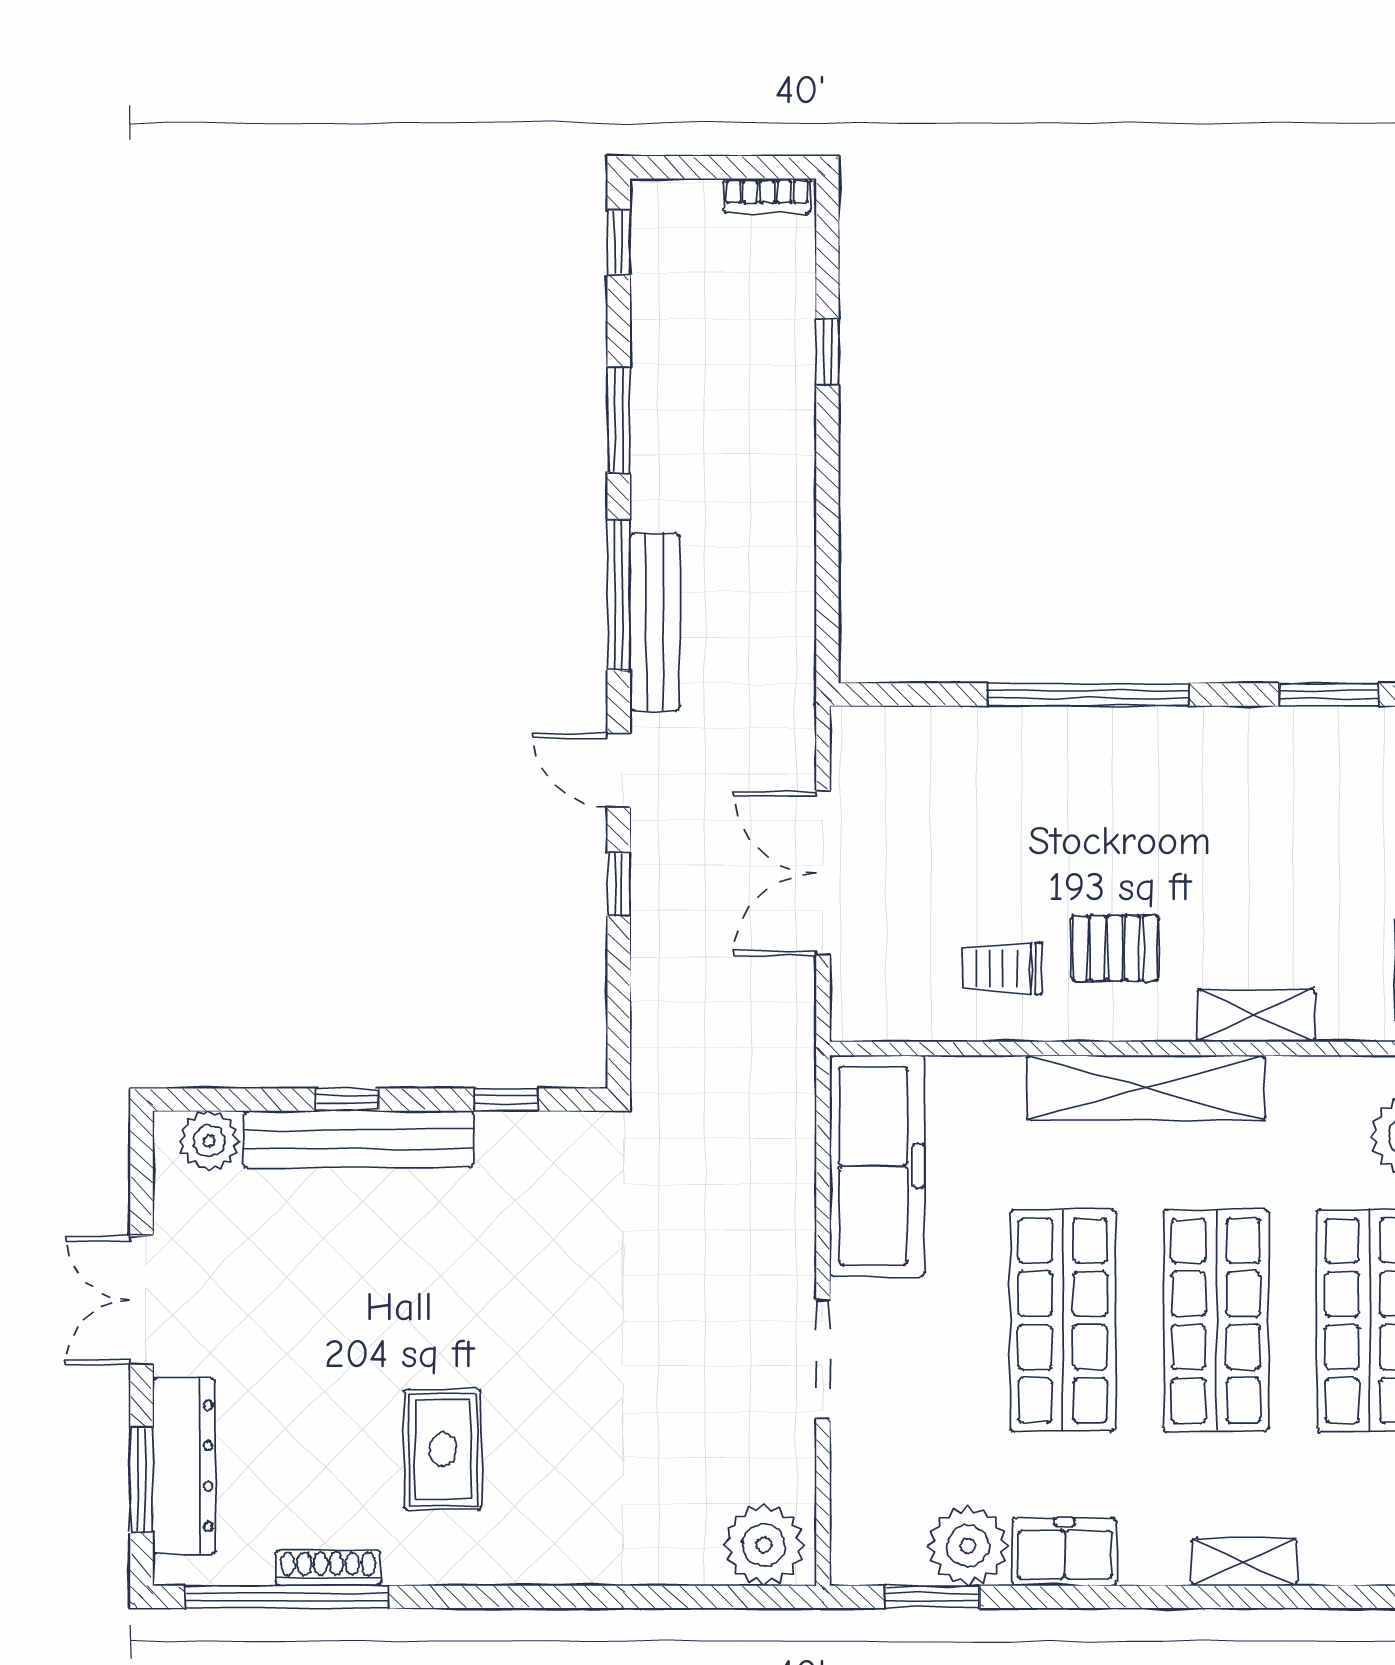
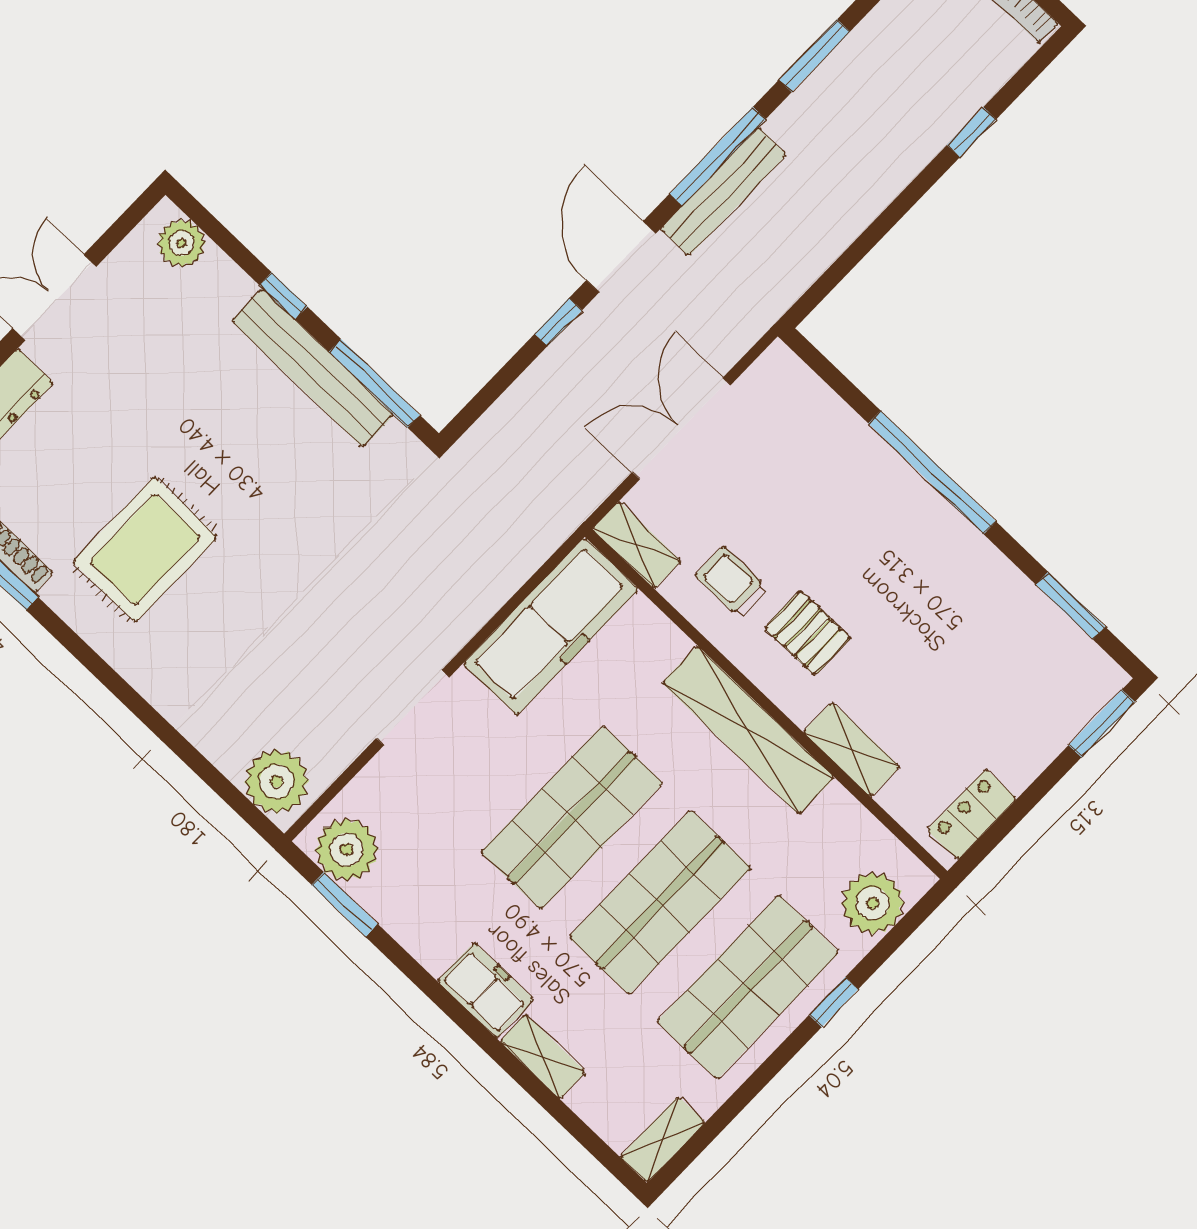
door: (619, 770) -> (621, 257), width x1.38
shelving: (884, 1018) -> (637, 545), added
window: (506, 1100) -> (374, 383), width x2.17
bench: (359, 1139) -> (313, 368), moved
rug: (443, 1450) -> (145, 550), width x1.36, depth x1.43
plant: (968, 1546) -> (347, 850), moved
freezer: (1065, 1552) -> (486, 990), moved

